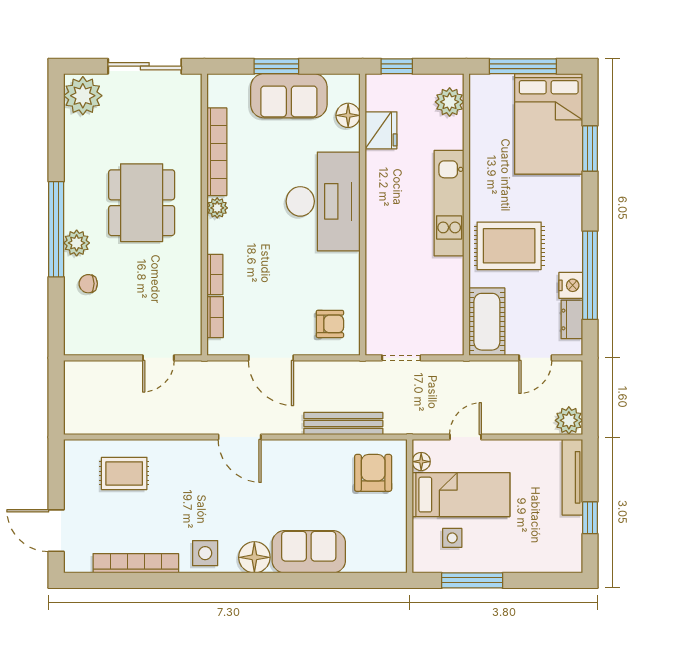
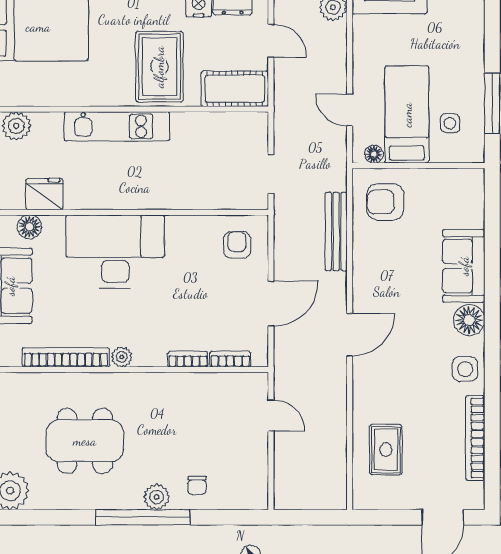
dining table: (142, 203) -> (85, 441), moved

